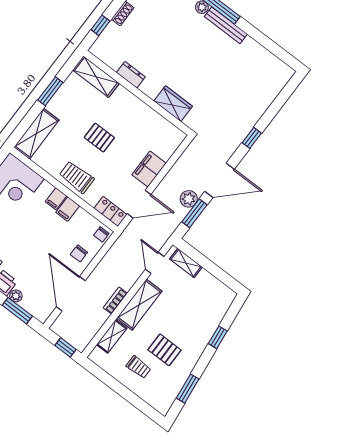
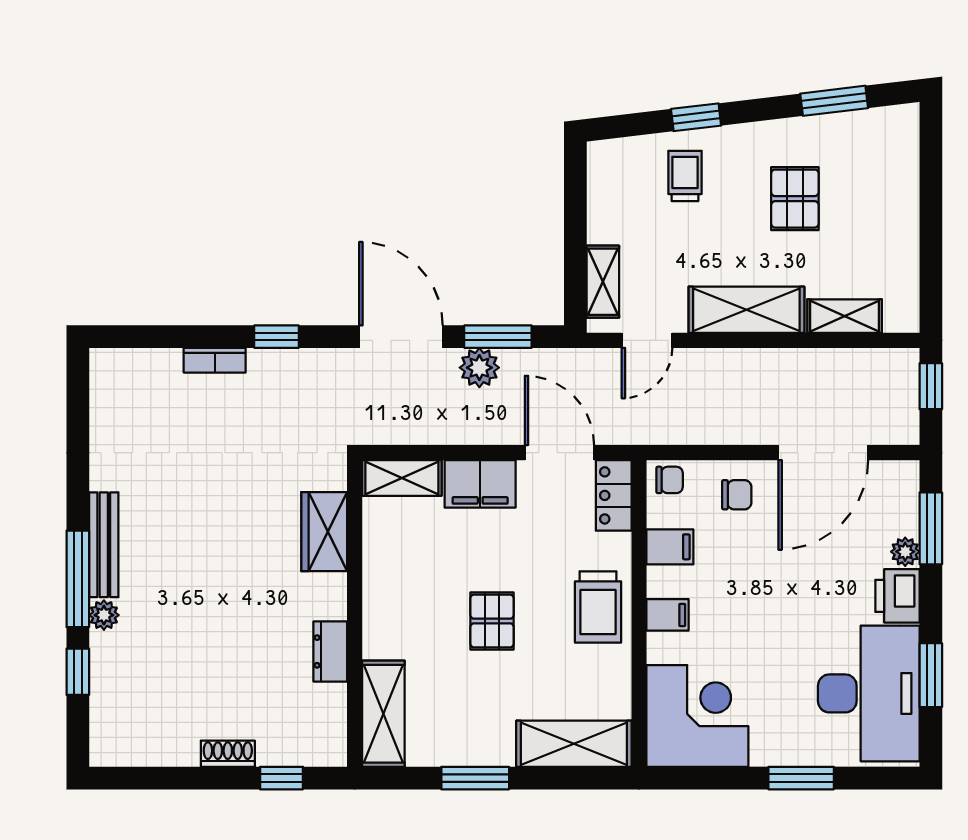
shelving: (171, 144) -> (402, 478), added
filing cabinet: (68, 209) -> (670, 547), moved
bookcase: (115, 300) -> (215, 360), moved
trolley: (139, 367) -> (685, 176), moved

